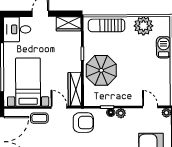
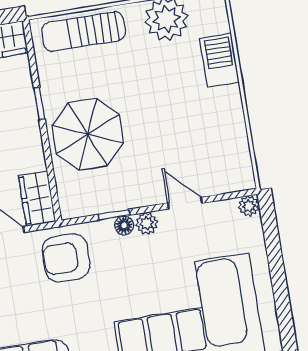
wardrobe: (75, 89) -> (37, 199), width x0.67
door: (150, 107) -> (185, 203), moved
armchair: (83, 123) -> (66, 258), turned 180

